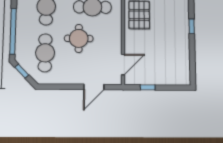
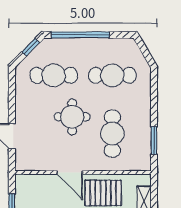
door: (123, 64) -> (70, 173), moved

